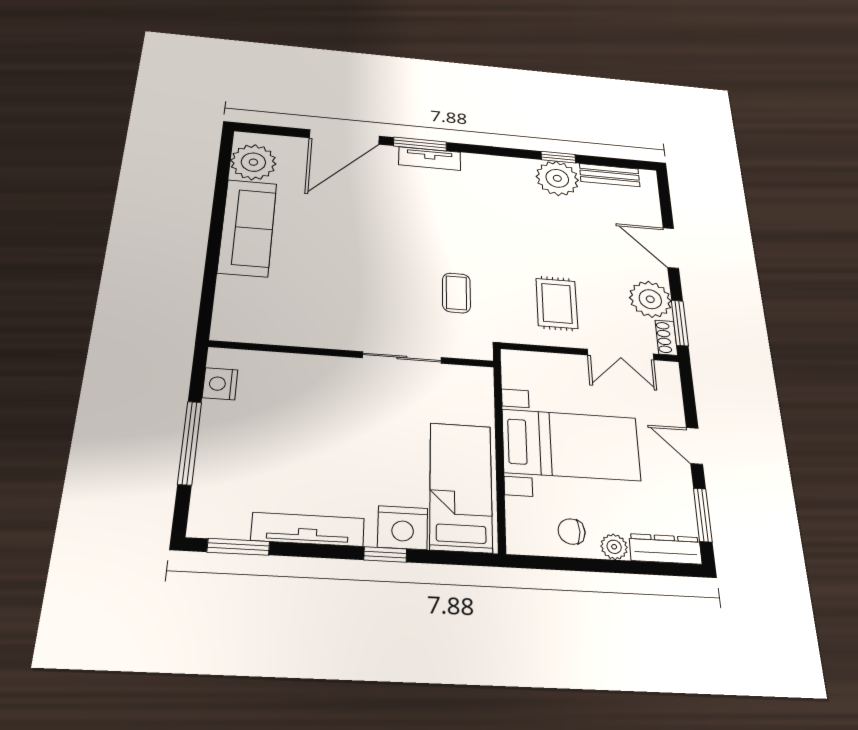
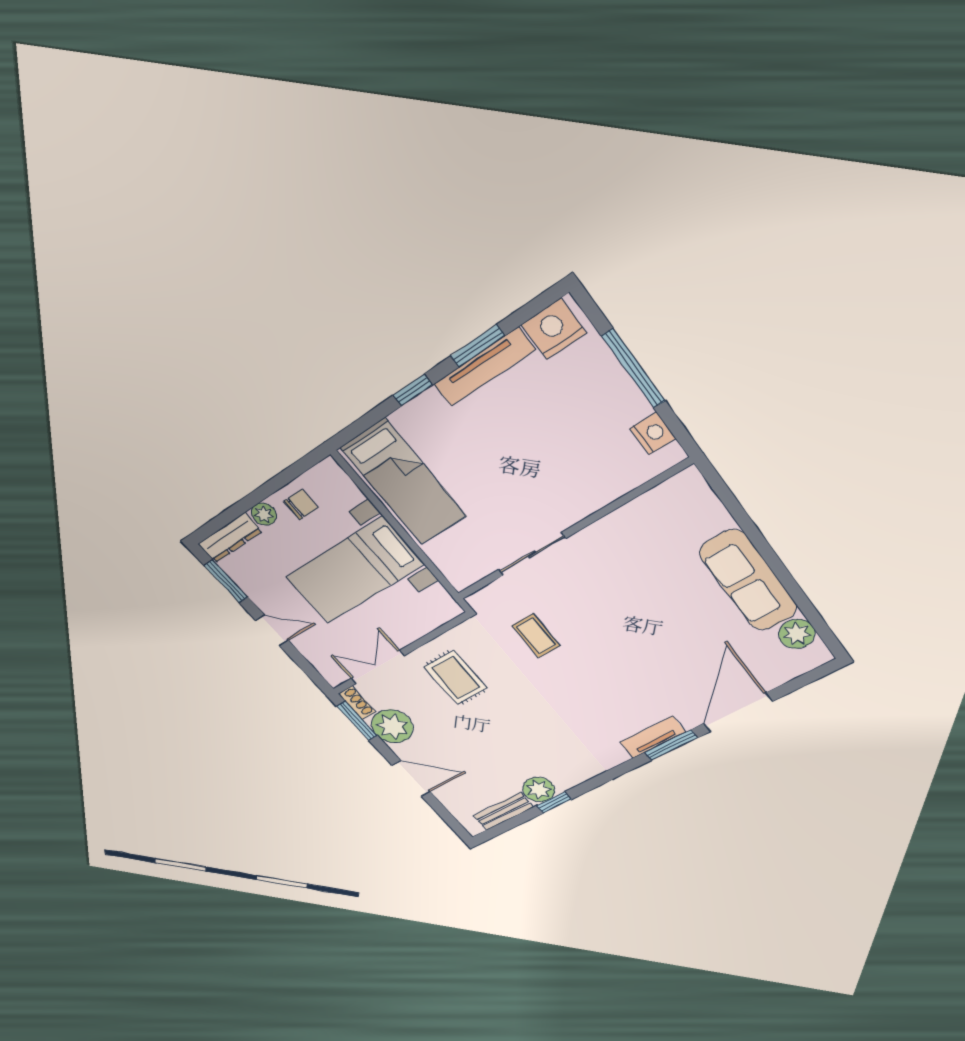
plant: (253, 162) -> (797, 634), width x0.73, depth x0.73
plant: (557, 178) -> (539, 790), width x0.73, depth x0.73
nightstand: (403, 528) -> (554, 329), moved
window: (238, 547) -> (478, 346), moved

